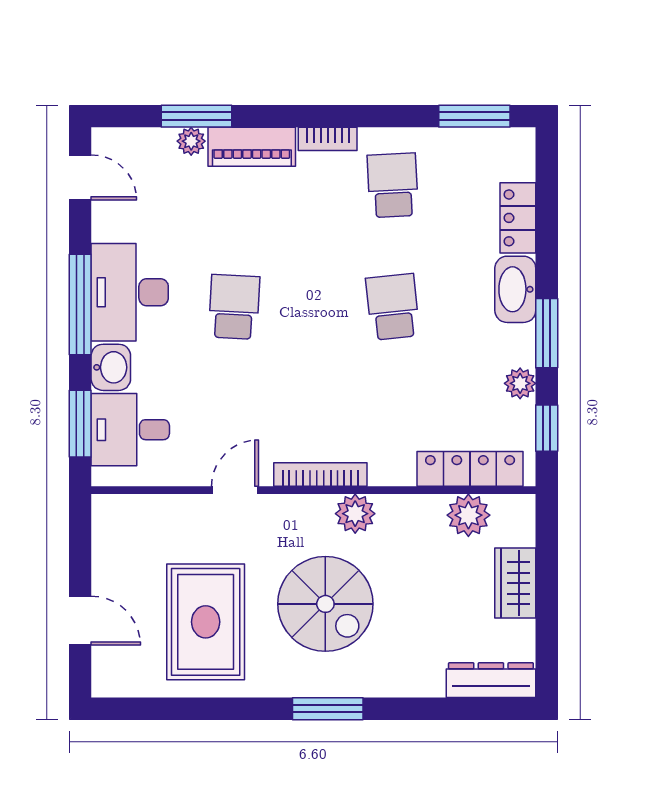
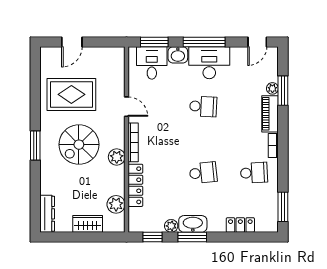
washbasin: (515, 289) -> (193, 224), moved
locker: (470, 469) -> (135, 185), moved

